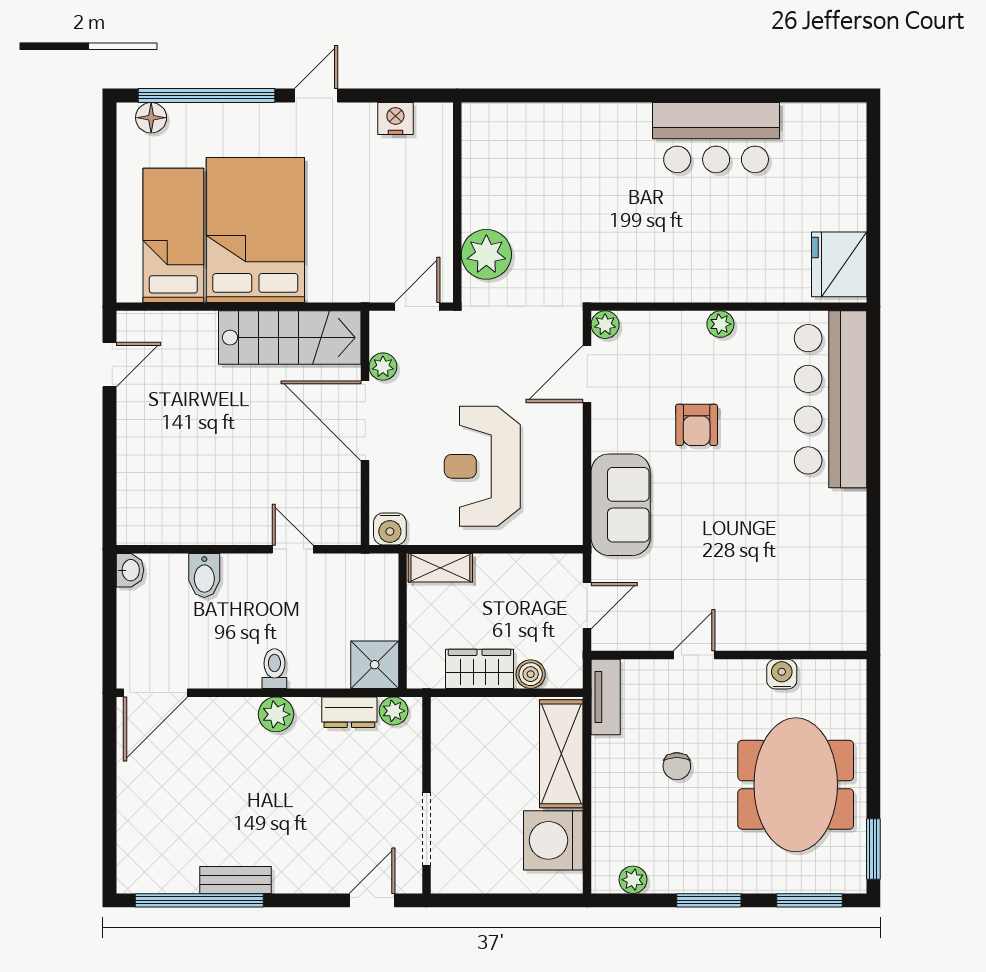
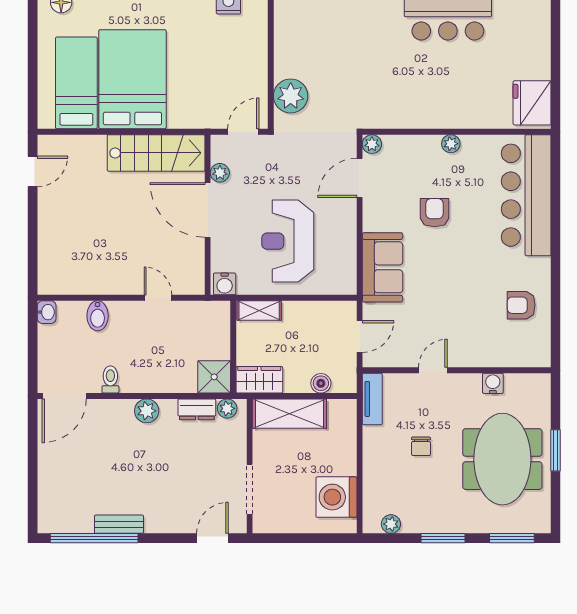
armchair: (697, 425) -> (435, 213), turned 180
armchair: (823, 560) -> (521, 305), added
toilet: (274, 669) -> (110, 380), moved
wardrobe: (479, 669) -> (259, 380), moved
shelving: (561, 754) -> (289, 414), moved, turned 90
window: (873, 849) -> (556, 450), moved

